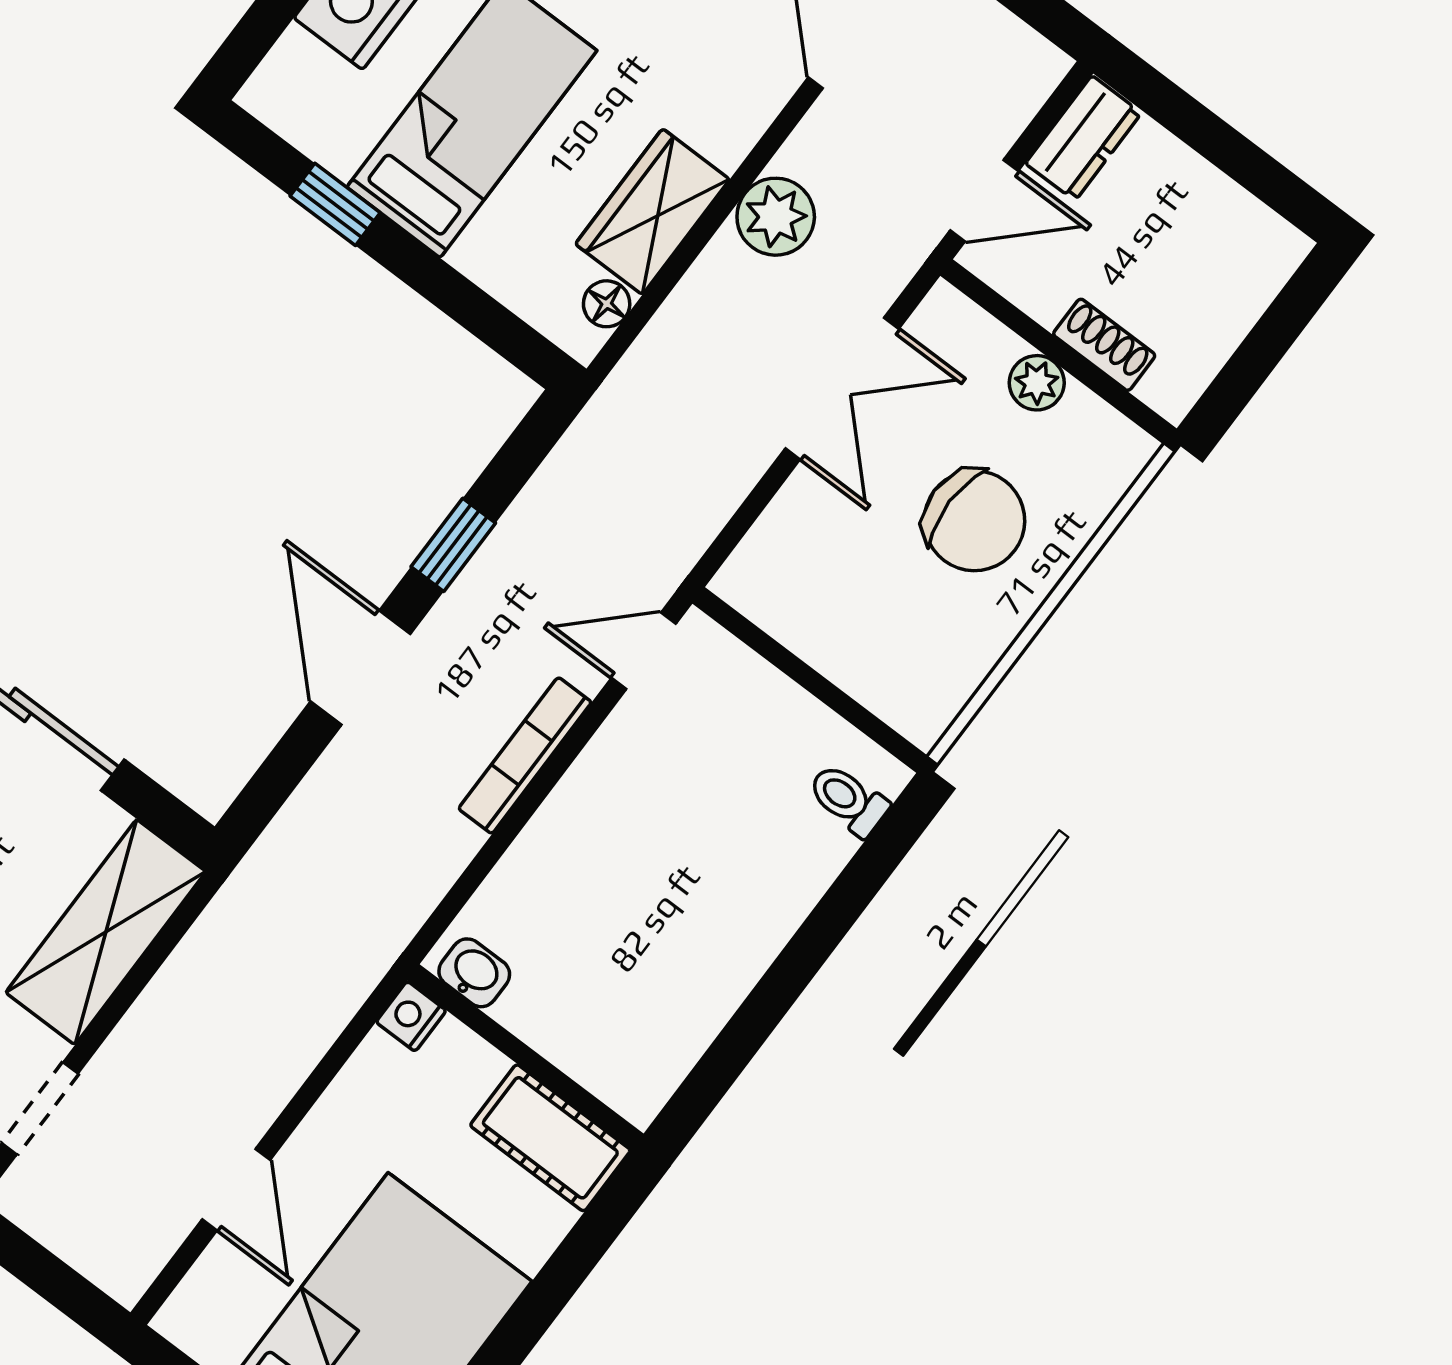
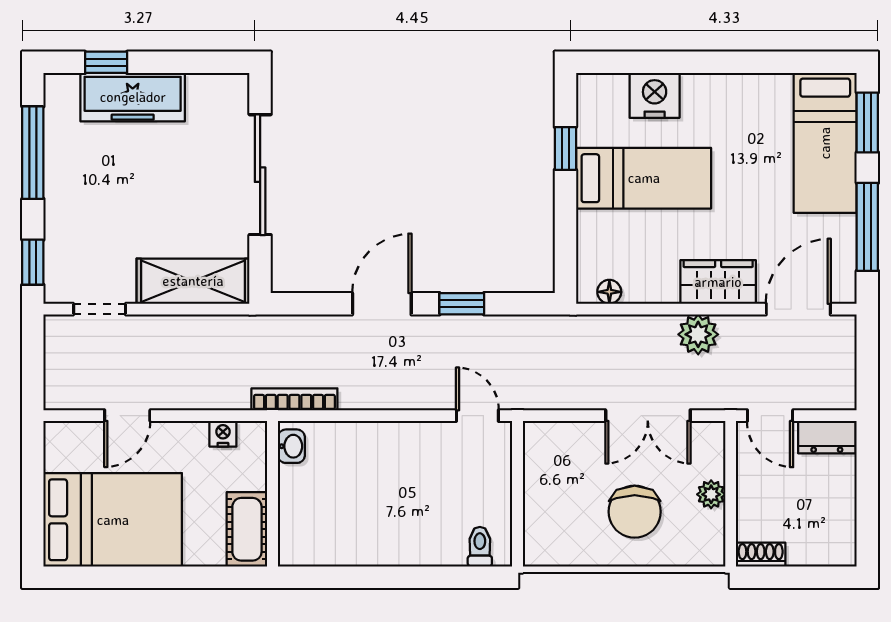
wardrobe: (652, 212) -> (718, 282), moved
shoe rack: (1104, 345) -> (761, 555), moved, turned -90
bookcase: (525, 755) -> (294, 399), moved
nightstand: (411, 1016) -> (223, 434), moved

